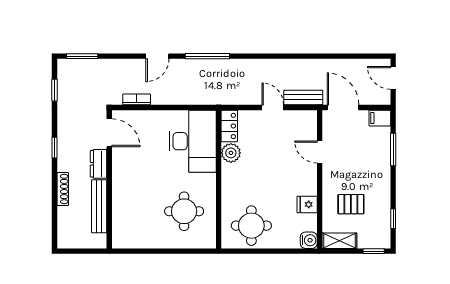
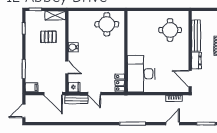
door: (157, 56) -> (173, 124), moved
door: (393, 78) -> (24, 111), swing flipped
plant: (231, 153) -> (119, 67), removed
fridge: (307, 204) -> (74, 87), moved
round table: (184, 211) -> (170, 30), moved
water cooler: (309, 240) -> (73, 47), moved

